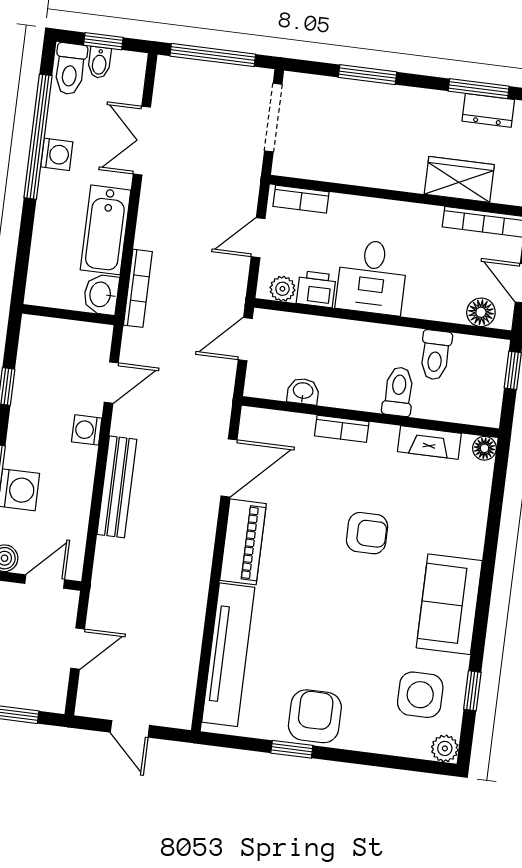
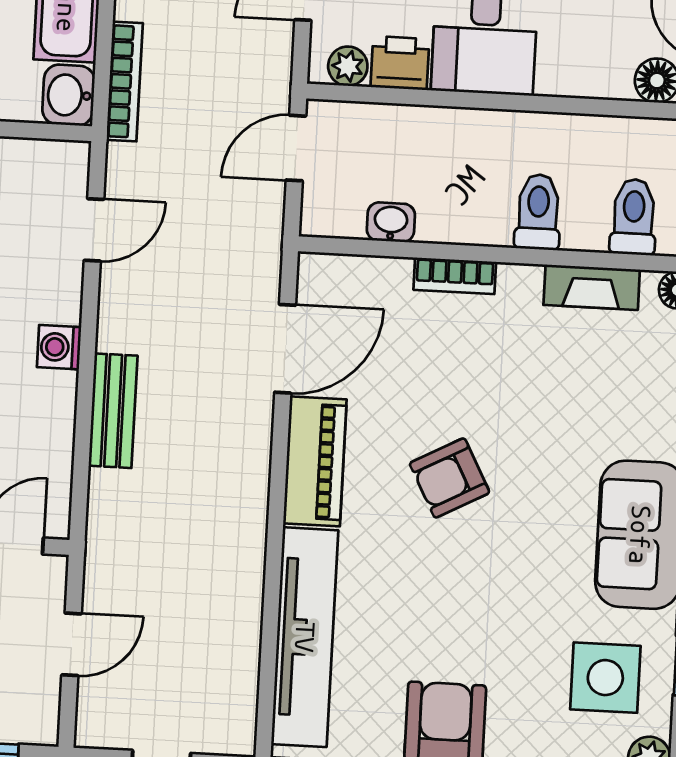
toilet: (435, 355) -> (634, 217), moved, turned 180
washing machine: (87, 430) -> (59, 347), moved
bench: (117, 487) -> (113, 411), width x0.73
armchair: (367, 533) -> (450, 478), moved, turned 152

